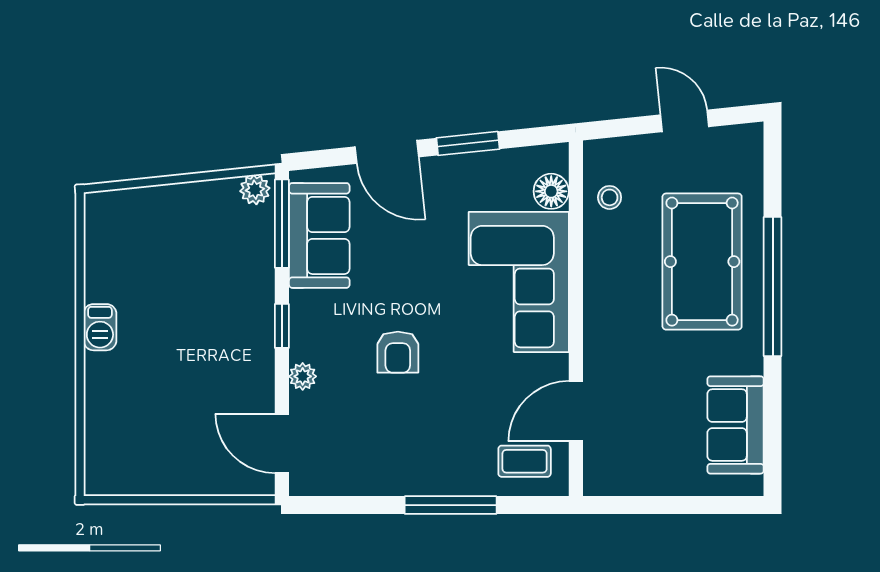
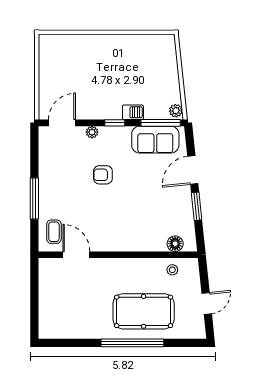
corner sofa: (519, 282) -> (134, 229), removed
barbecue: (100, 327) -> (133, 112), moved, turned 180
sofa: (736, 425) -> (70, 326), removed

